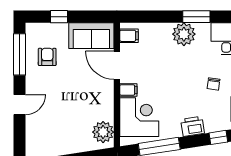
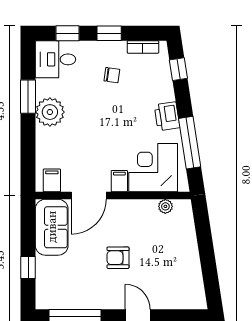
armchair: (47, 57) -> (118, 258), moved
printer: (193, 126) -> (167, 116), moved
plant: (103, 132) -> (165, 206), width x0.53, depth x0.53

